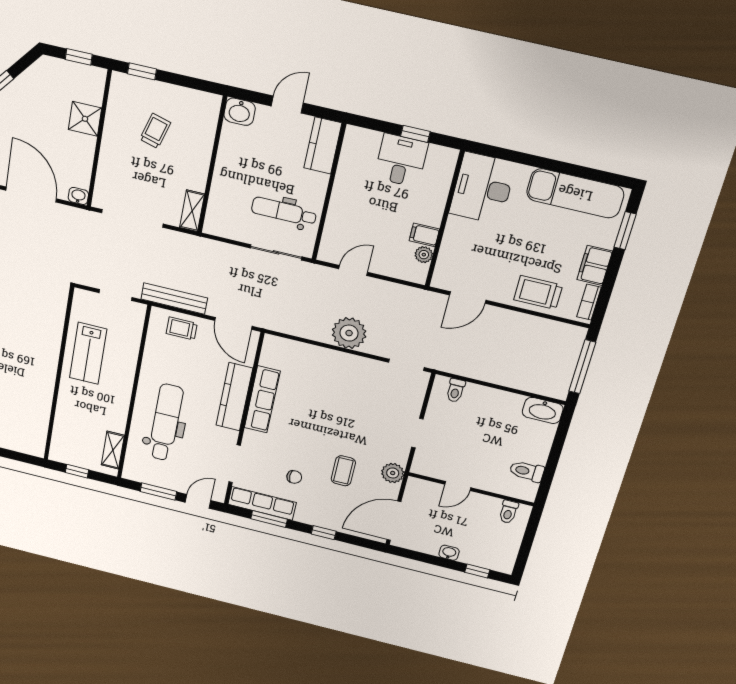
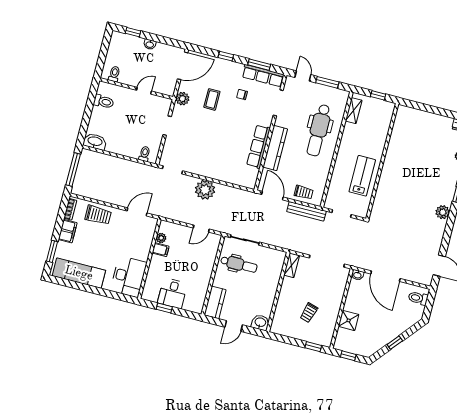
door: (198, 501) -> (303, 76), swing flipped

